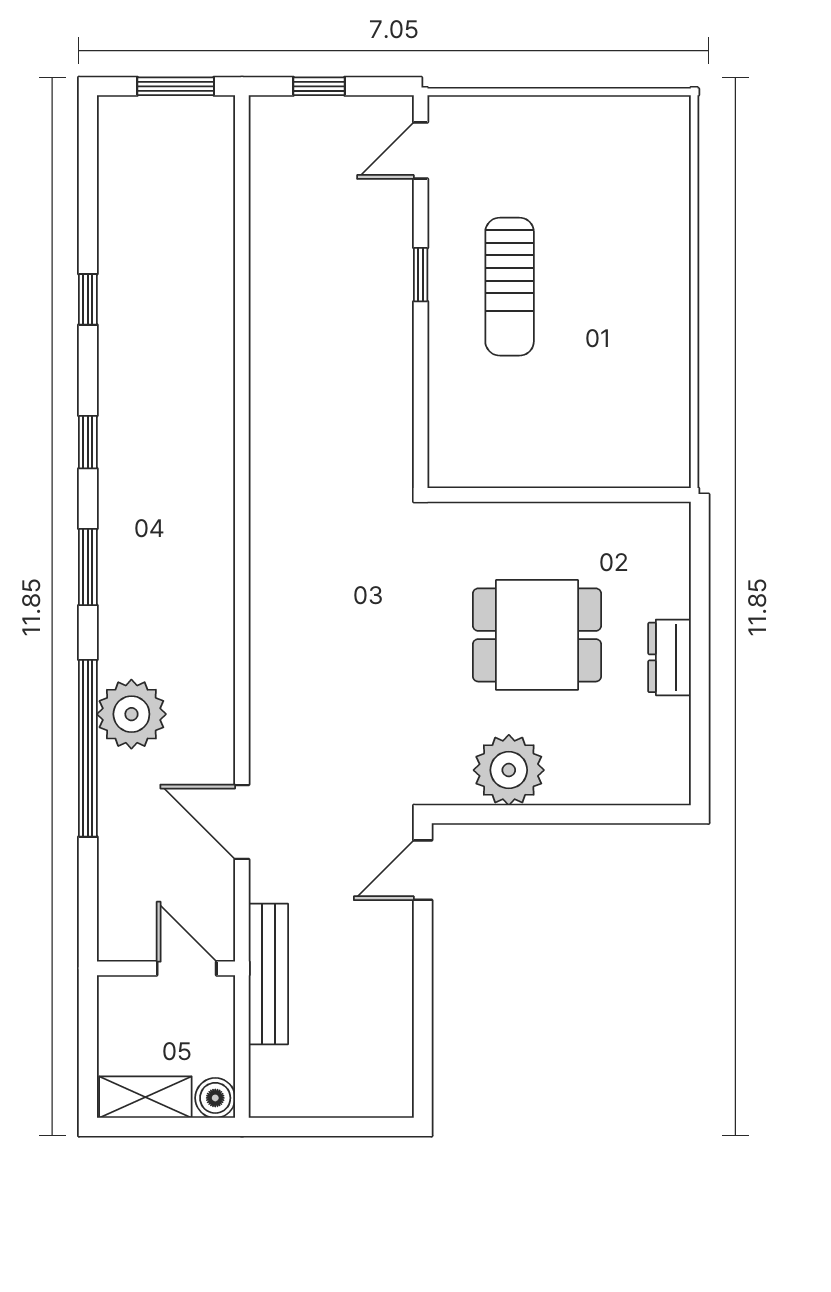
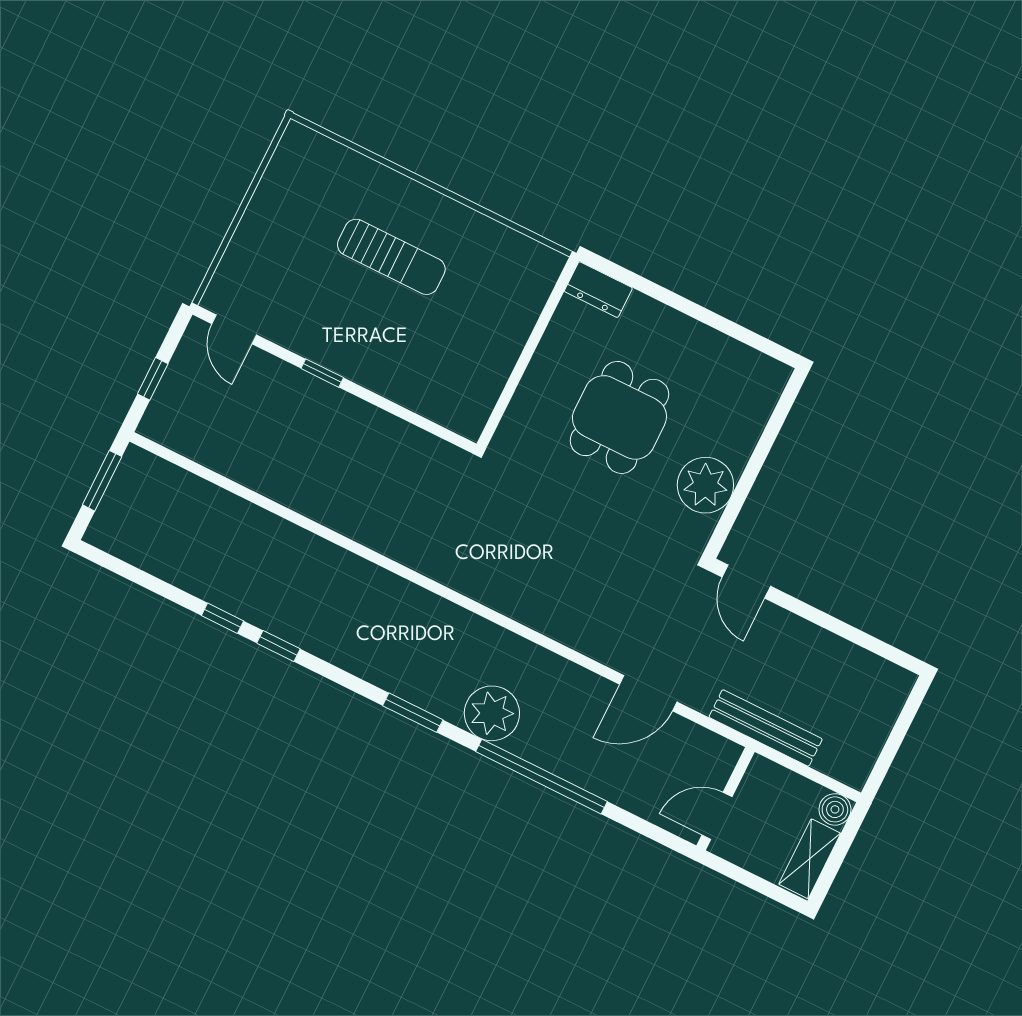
sun lounger: (510, 287) -> (391, 257), moved
window: (88, 442) -> (278, 646), moved
dresser: (669, 657) -> (598, 290), moved
plant: (131, 714) -> (492, 713), moved
door: (187, 968) -> (717, 816), moved

